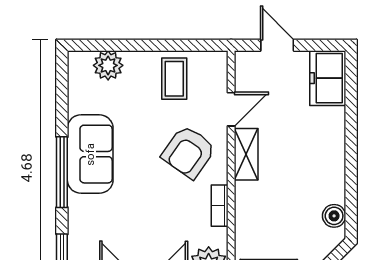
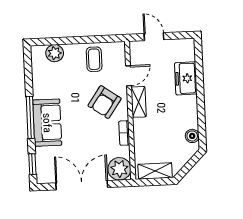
freezer: (328, 78) -> (186, 78), moved
sofa: (90, 154) -> (47, 123), moved

